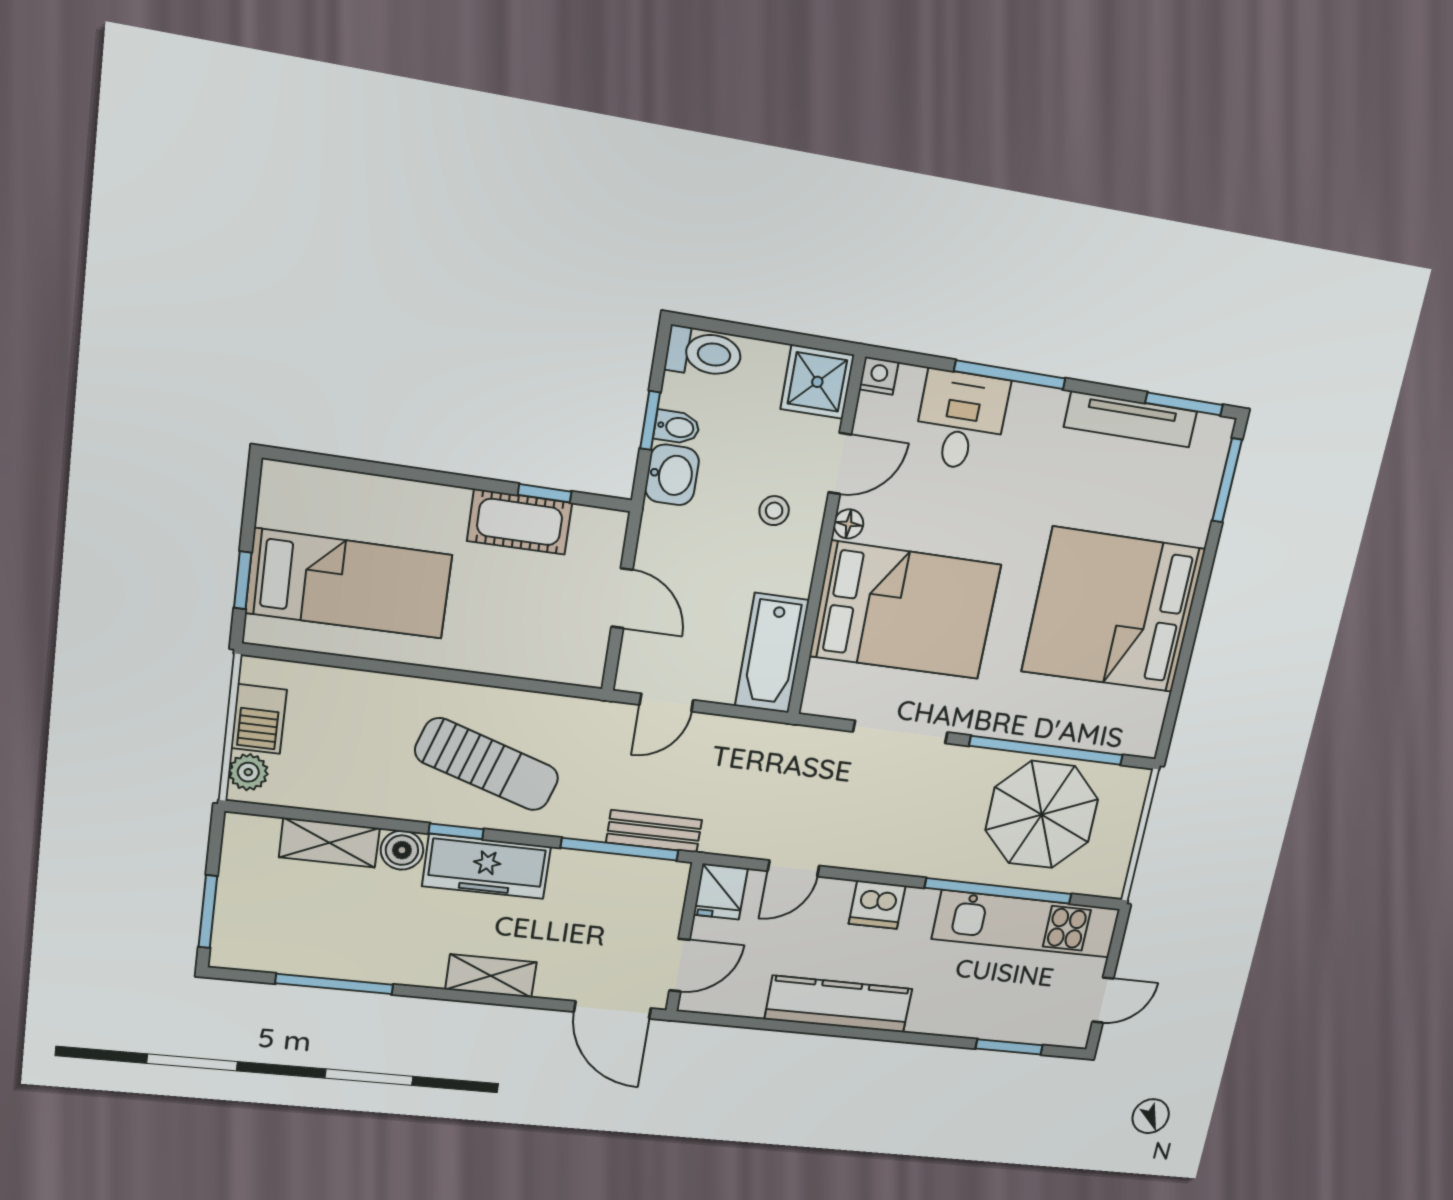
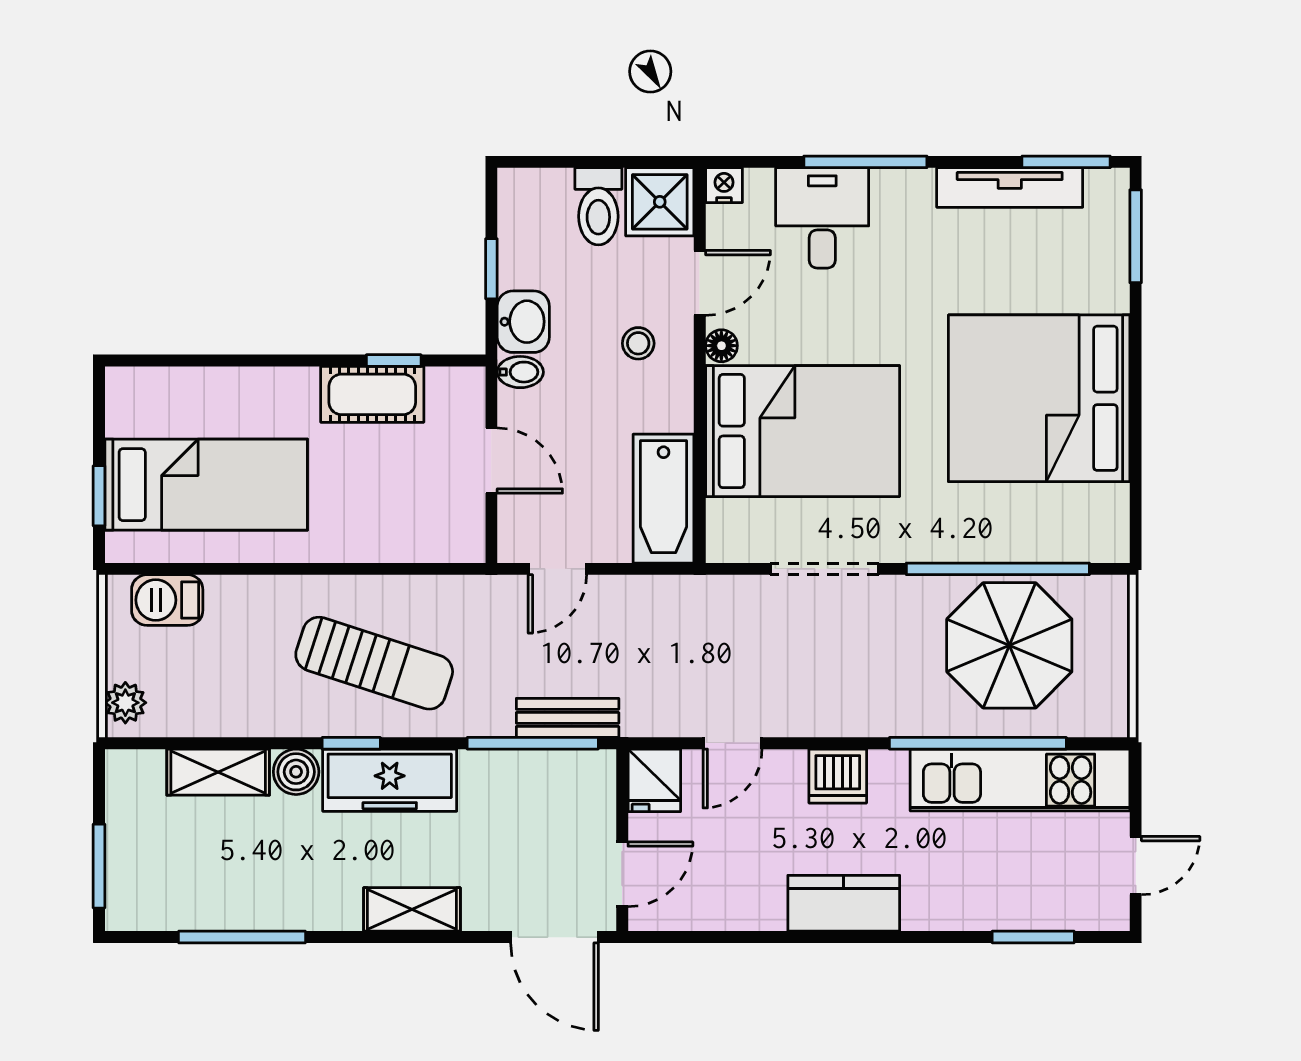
toilet: (704, 353) -> (598, 206), moved, turned 90
bidet: (677, 427) -> (520, 372), moved
barbecue: (259, 719) -> (167, 600), moved, turned 90
kitchen counter: (838, 1004) -> (844, 903), width x0.67

